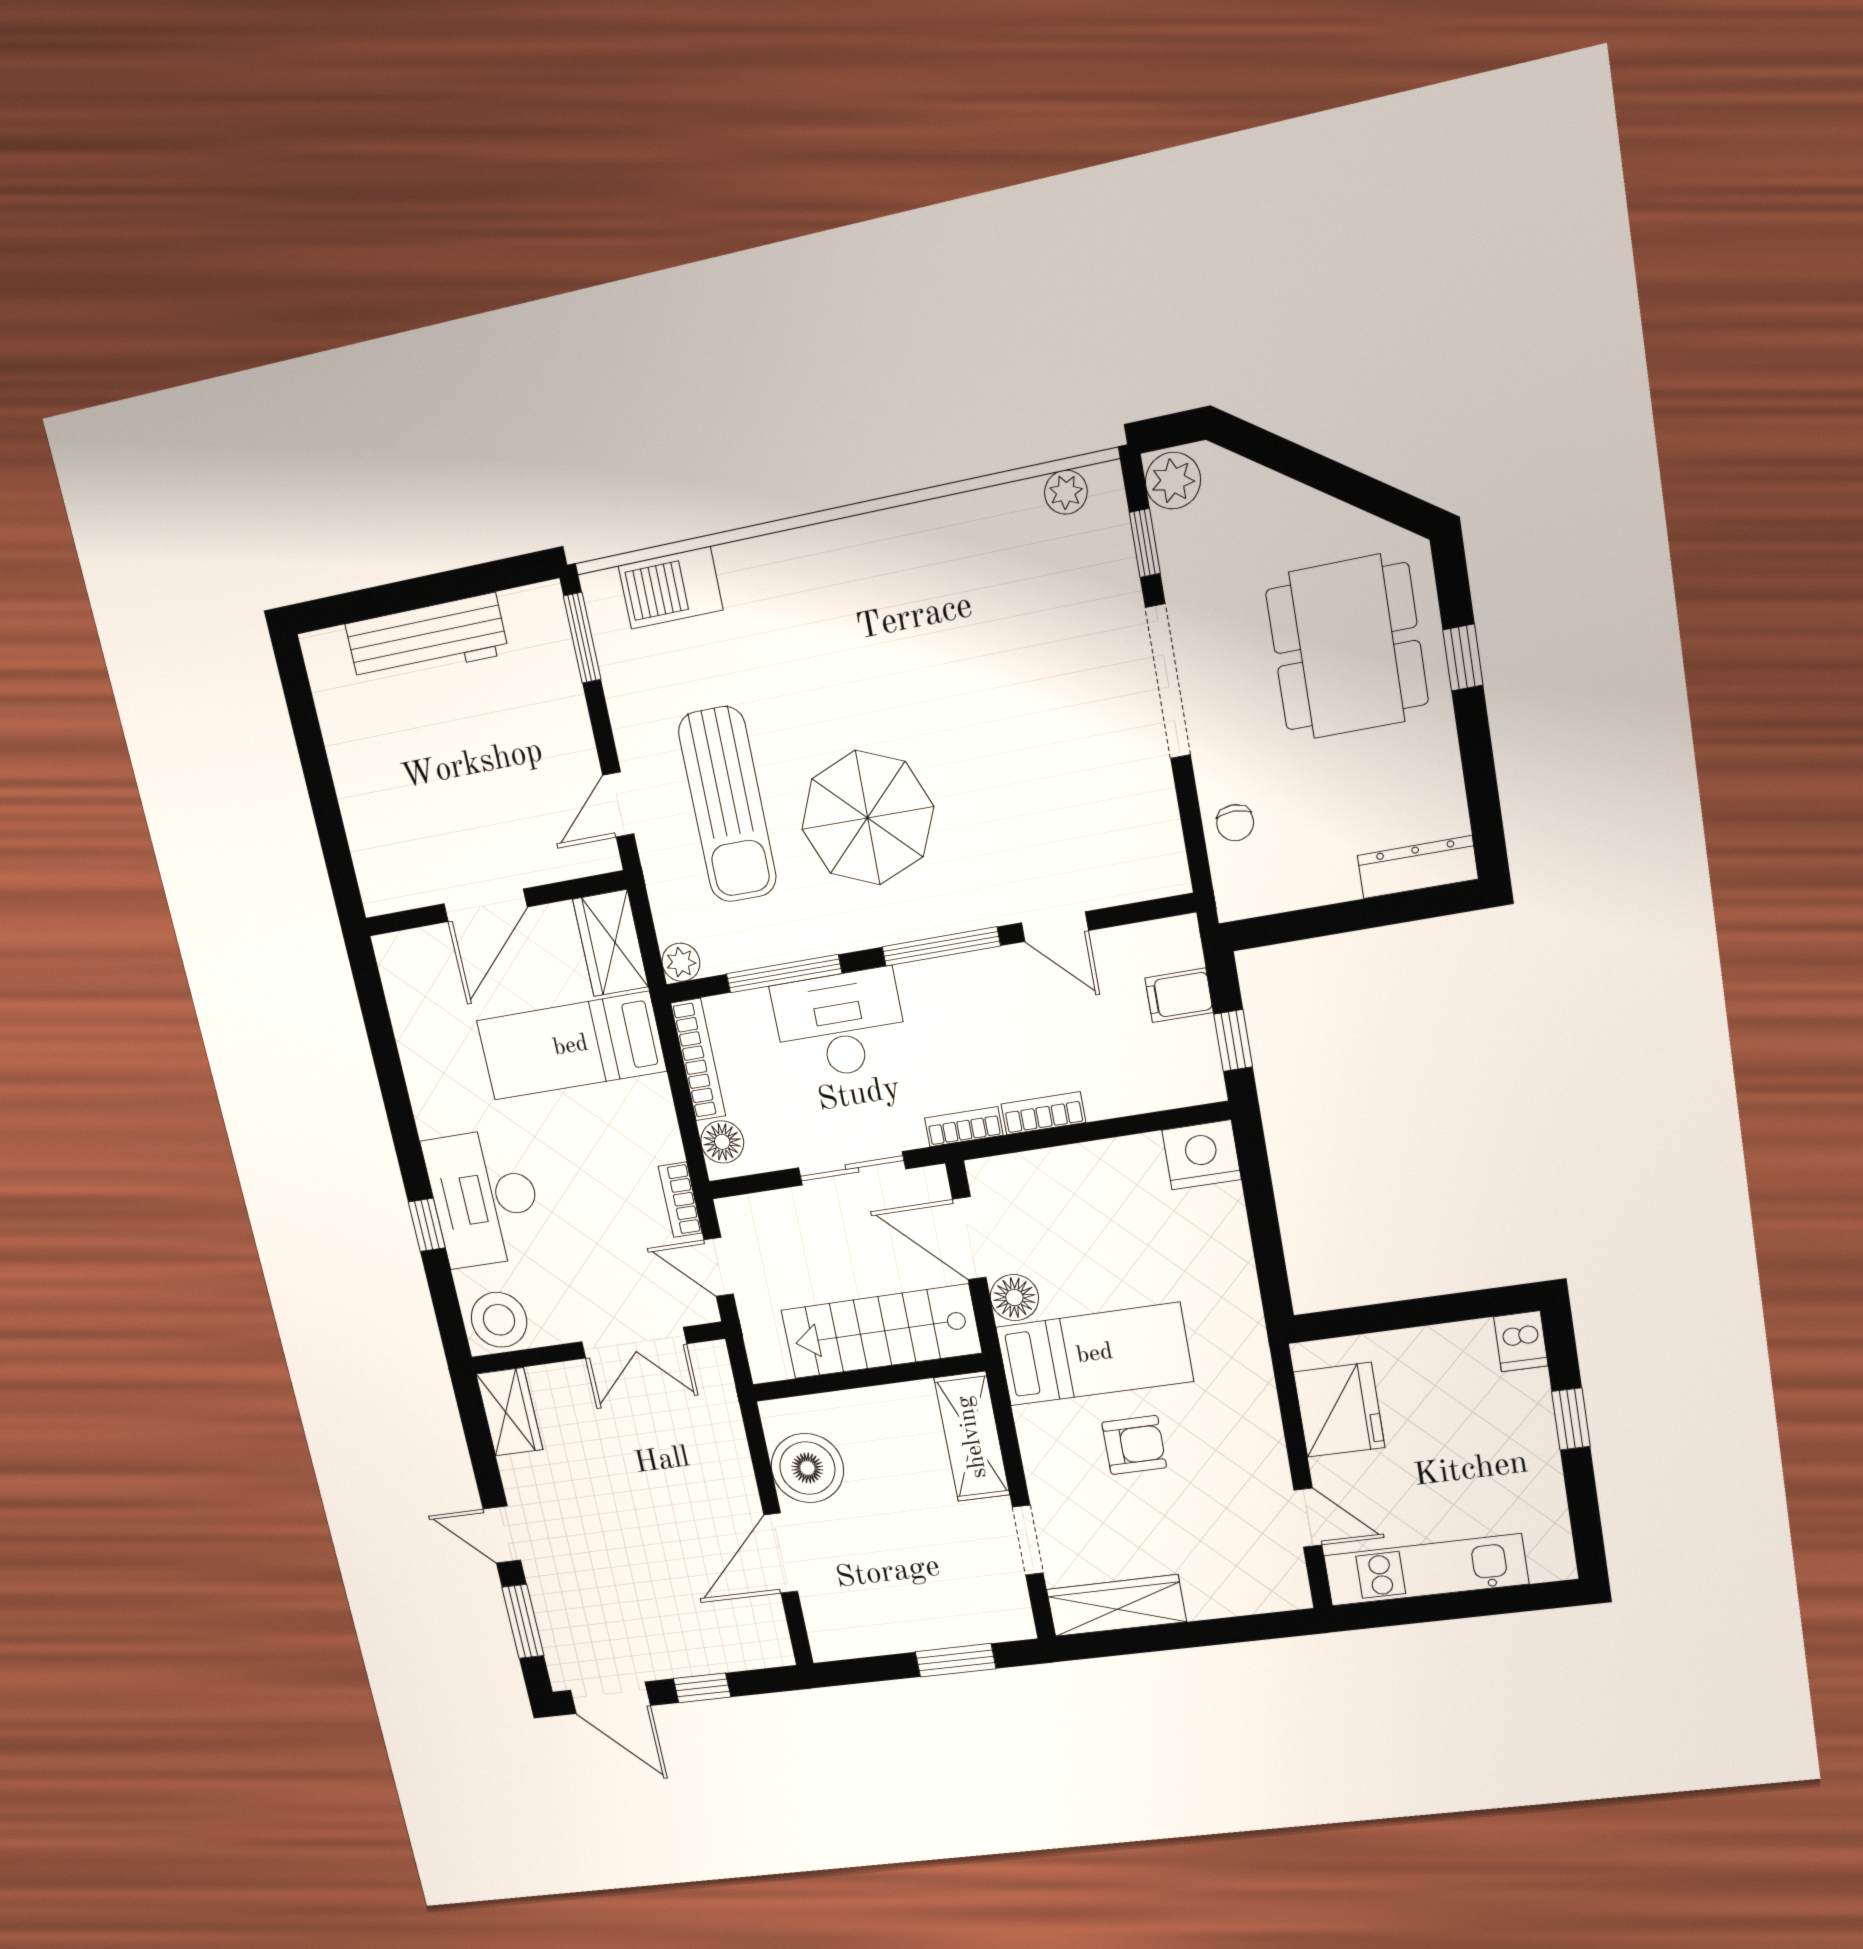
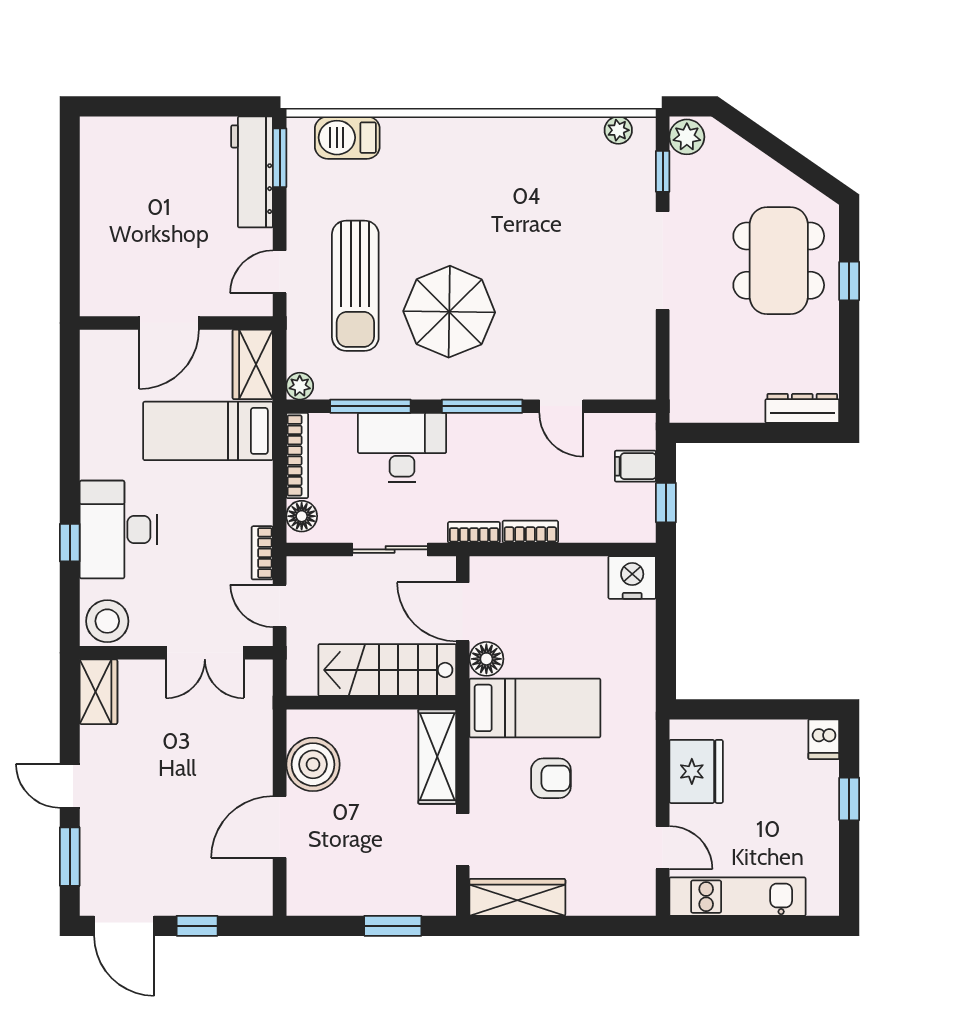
workbench: (427, 639) -> (252, 172), moved, turned 90
chair: (1235, 823) -> (691, 359), removed

